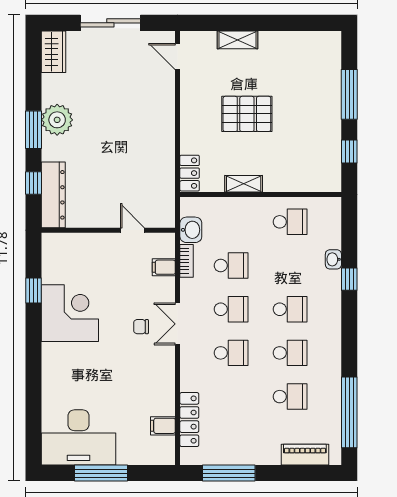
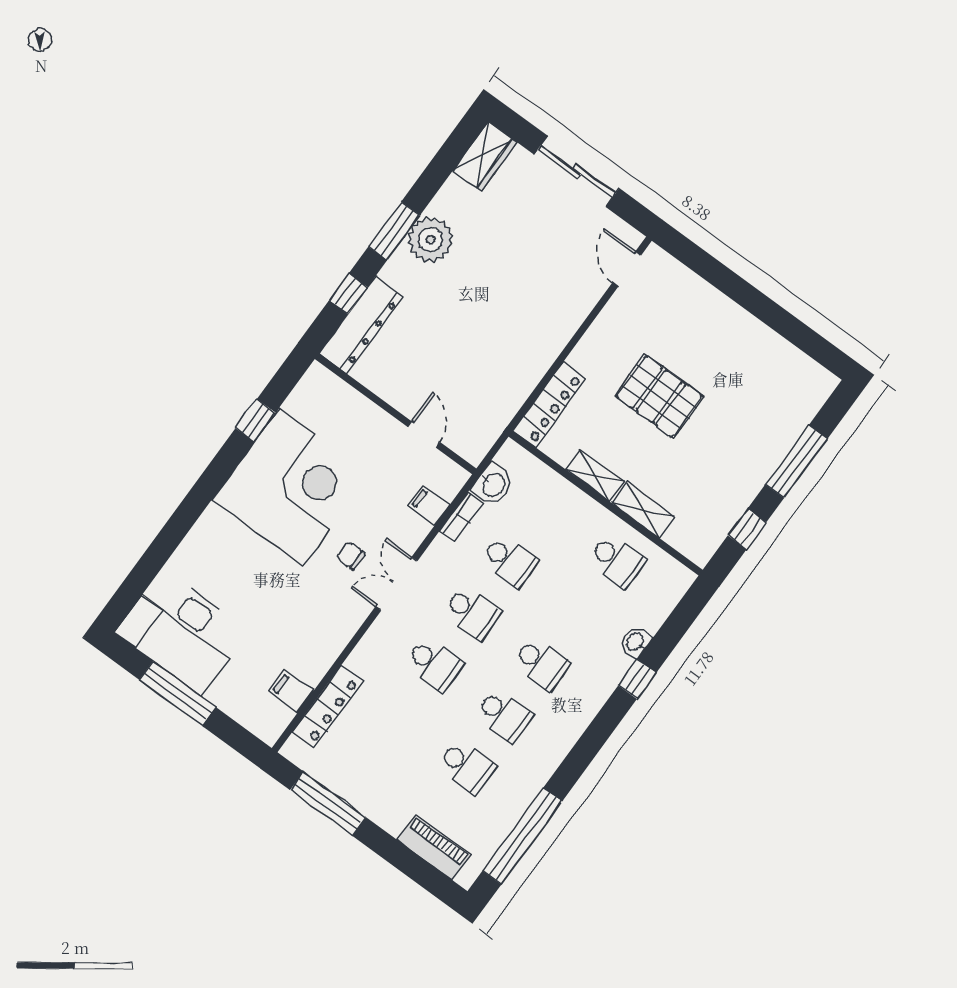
shelving: (237, 40) -> (643, 510), moved
locker: (190, 173) -> (549, 405), width x1.53
corner desk: (70, 313) -> (291, 487), width x1.36, depth x1.36

